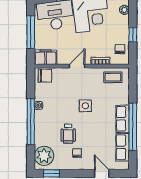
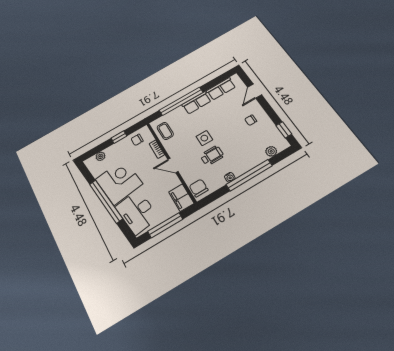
window: (133, 127) -> (181, 101), moved
wheelchair: (68, 134) -> (212, 156), moved
plant: (44, 156) -> (271, 151), width x0.53, depth x0.53

